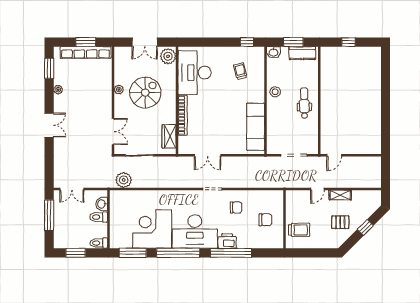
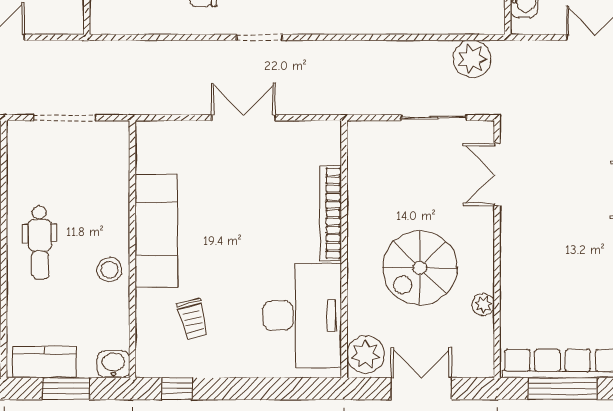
window: (86, 42) -> (562, 389), width x1.44
plant: (119, 90) -> (483, 304), moved
exam couch: (256, 127) -> (156, 230), moved
wardrobe: (169, 136) -> (363, 163), removed
double door: (208, 155) -> (244, 118), moved

